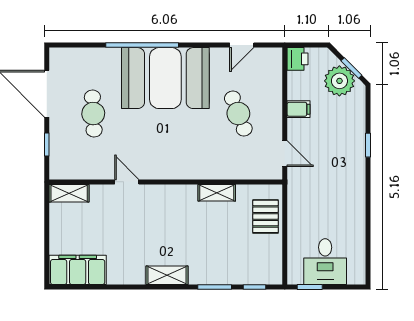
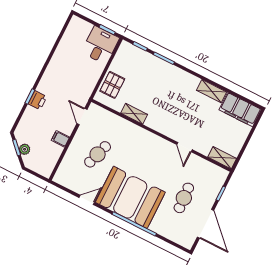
door: (242, 45) -> (87, 200), moved
printer: (298, 59) -> (38, 100), moved, turned 180
plant: (339, 81) -> (25, 149), width x0.53, depth x0.53
cafe table: (238, 114) -> (98, 154), turned 39
desk: (325, 262) -> (100, 45), moved
shelving: (167, 275) -> (212, 91), moved

